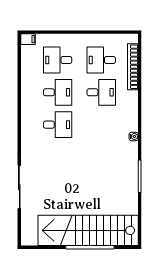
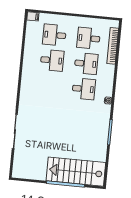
desk: (58, 125) -> (84, 89), moved
stairs: (88, 230) -> (76, 172), width x0.73

